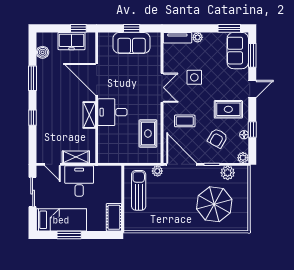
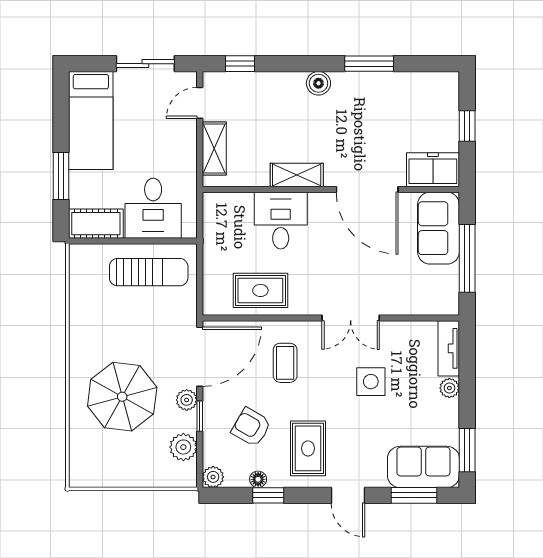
window: (78, 28) -> (467, 126), moved
window: (132, 28) -> (467, 258), width x2.17
freezer: (72, 41) -> (433, 170), moved, turned 90
sofa: (132, 43) -> (439, 228), moved
boiler: (43, 52) -> (318, 83), moved
door: (97, 79) -> (367, 190), swing flipped
desk: (112, 112) -> (281, 221), moved
window: (33, 118) -> (240, 64), moved
plant: (157, 171) -> (187, 400), moved
desk: (79, 181) -> (153, 208), moved, turned 90
parasol: (214, 204) -> (122, 397), moved
window: (69, 235) -> (61, 176), moved

